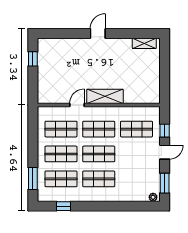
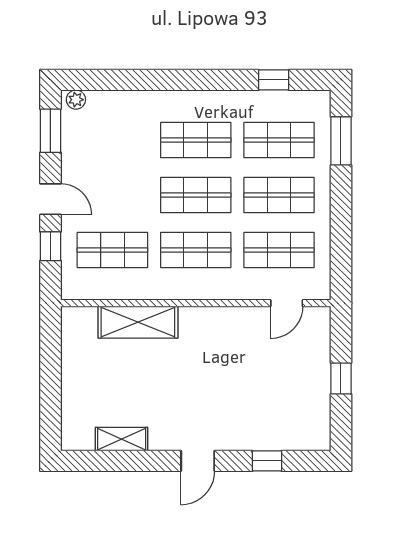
window: (66, 33) -> (267, 461), added
shelving: (144, 43) -> (122, 439), moved
window: (33, 59) -> (341, 379), moved
shelving: (105, 96) -> (138, 322), moved
door: (77, 105) -> (287, 303), moved
door: (165, 152) -> (50, 199), swing flipped

